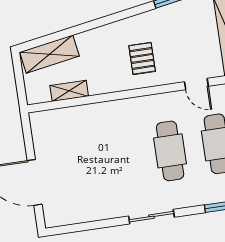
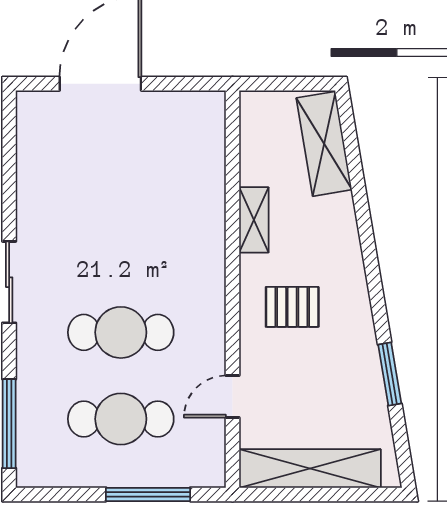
shelving: (69, 91) -> (254, 220), moved

